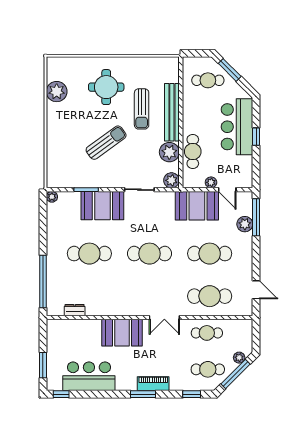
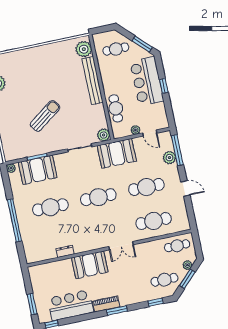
window: (230, 70) -> (142, 44), moved
round table: (106, 87) -> (36, 72), removed
sun lounger: (142, 109) -> (68, 83), removed
plant: (169, 152) -> (84, 49), moved
booth: (102, 206) -> (38, 170), moved
booth: (197, 206) -> (117, 153), moved
window: (43, 282) -> (14, 220), moved
door: (256, 290) -> (185, 188), moved
dresser: (75, 310) -> (65, 251), moved
cafe table: (207, 333) -> (177, 246), moved
window: (236, 374) -> (187, 279), width x0.69
piano: (153, 384) -> (106, 304), moved

